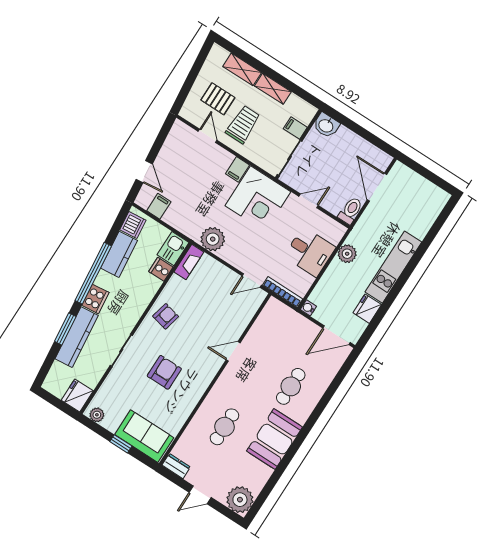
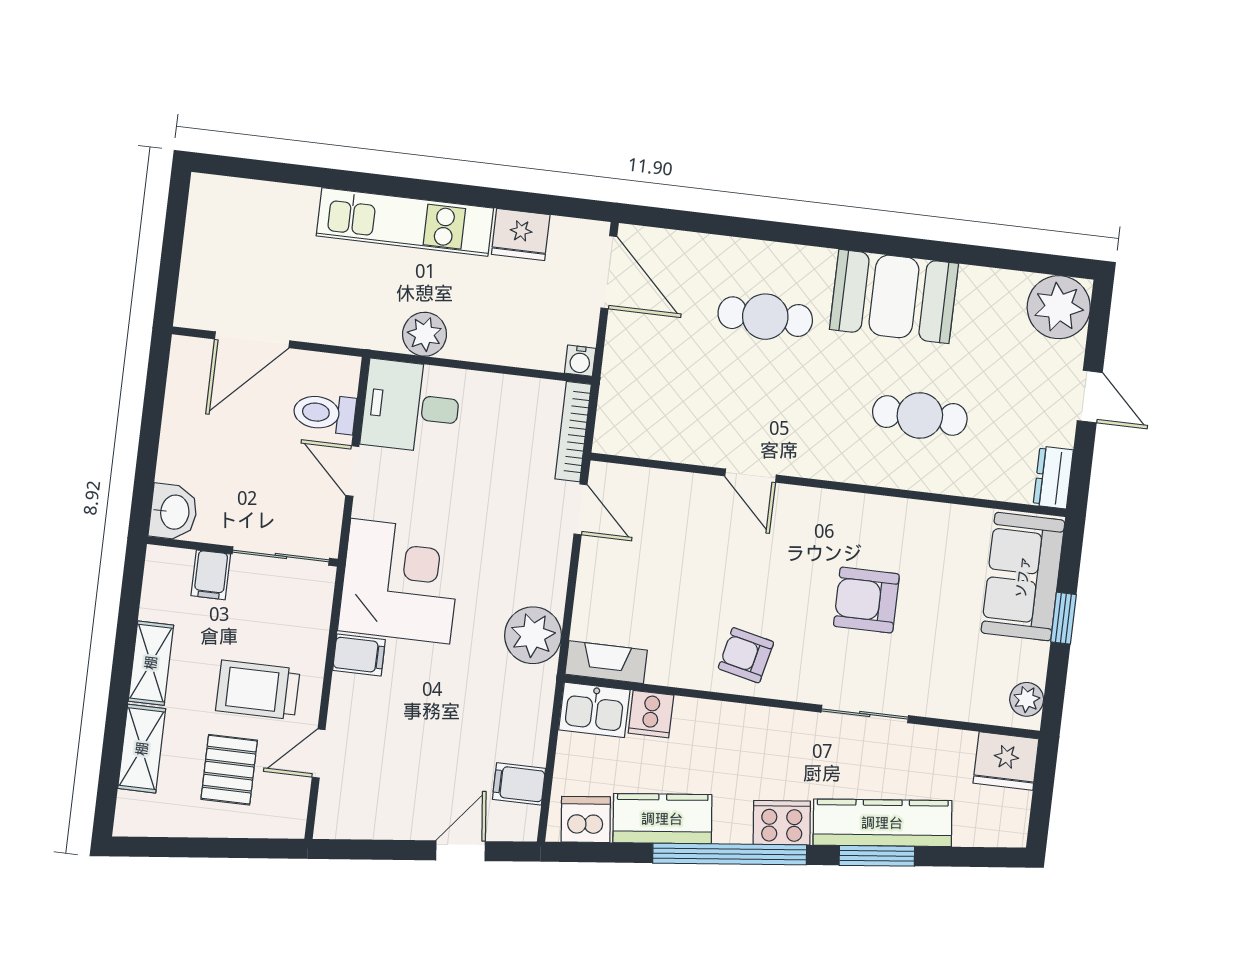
toilet: (351, 211) -> (324, 413), moved
desk: (310, 252) -> (411, 406), moved, turned -90

